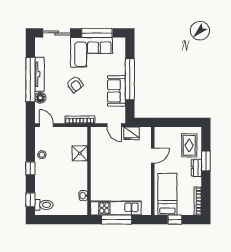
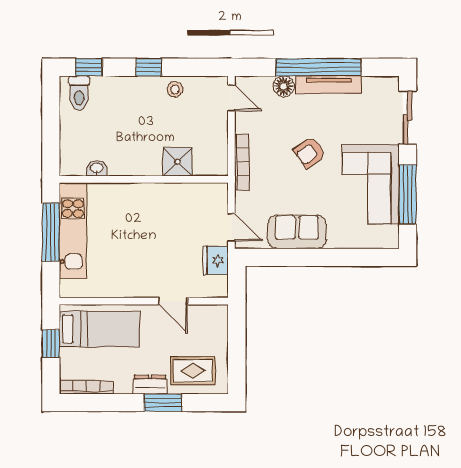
window: (130, 79) -> (319, 257), removed
door: (46, 125) -> (231, 98), hinge flipped
door: (114, 125) -> (231, 227), swing flipped

